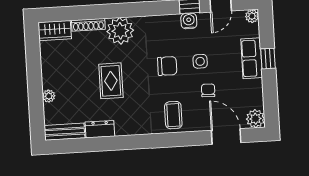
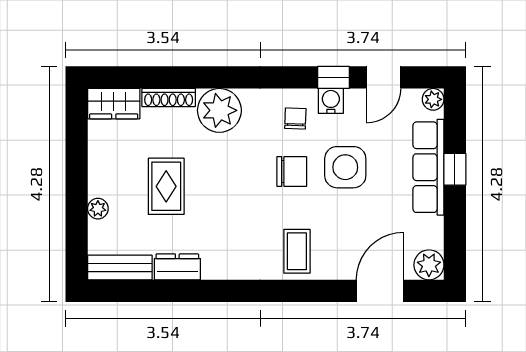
row of seats: (252, 58) -> (428, 167), width x1.48
side table: (200, 61) -> (345, 167), width x1.87, depth x1.87
rug: (111, 81) -> (166, 186), moved
chair: (208, 90) -> (295, 119), moved
door: (226, 137) -> (380, 291), hinge flipped

